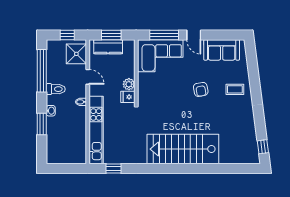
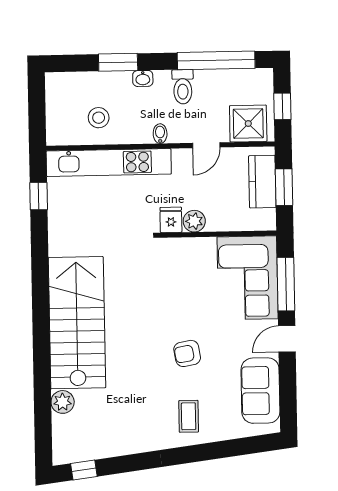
stool: (72, 135) -> (99, 118), added
plant: (226, 158) -> (63, 402), added

